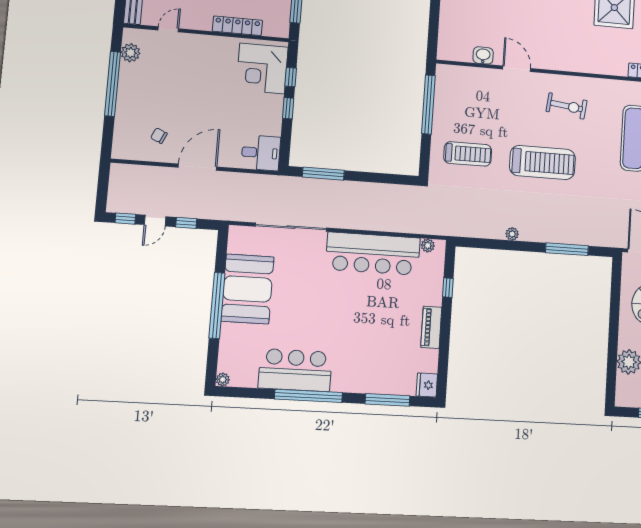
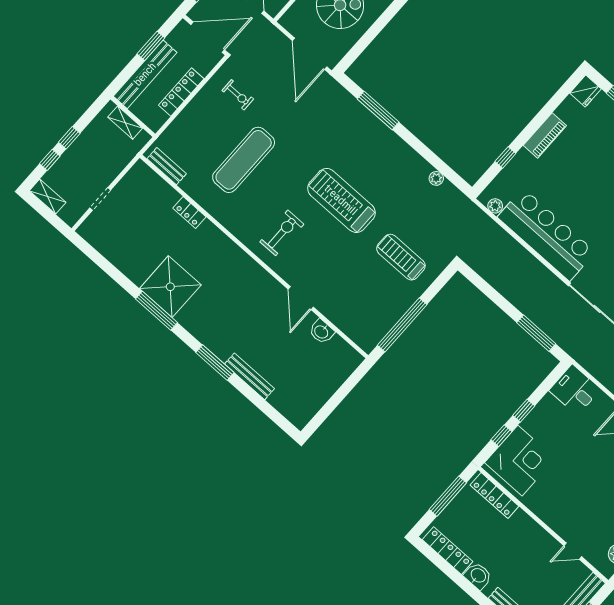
locker: (237, 26) -> (494, 496), moved
exercise bike: (567, 106) -> (282, 233), turned 83
plant: (512, 234) -> (436, 178), moved

